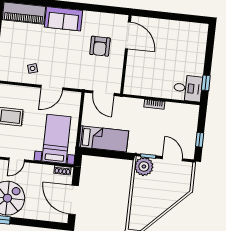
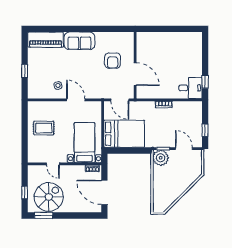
door: (128, 35) -> (135, 74), moved
door: (52, 88) -> (76, 100), swing flipped
bed: (104, 139) -> (124, 134), width x1.50
door: (17, 160) -> (53, 164), hinge flipped

